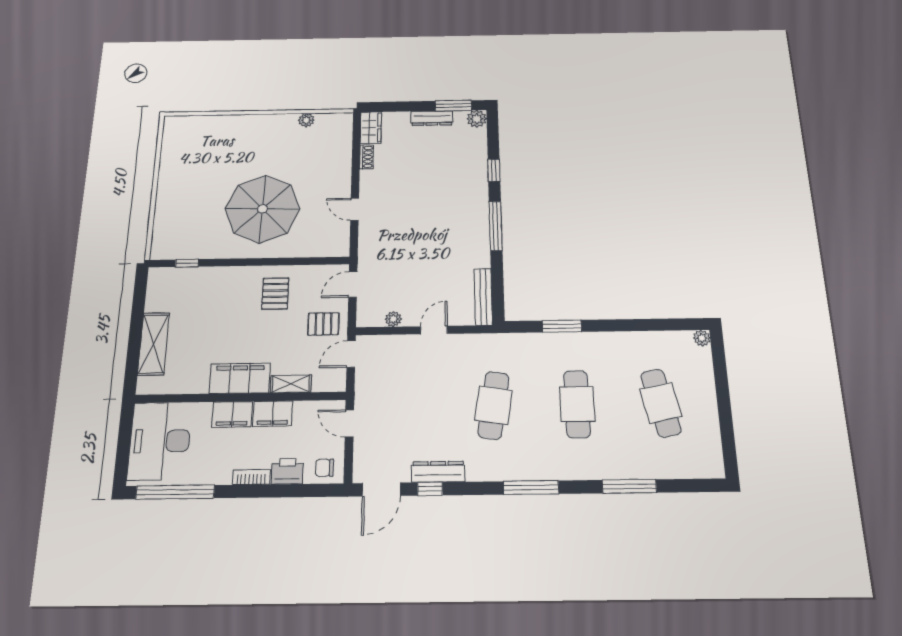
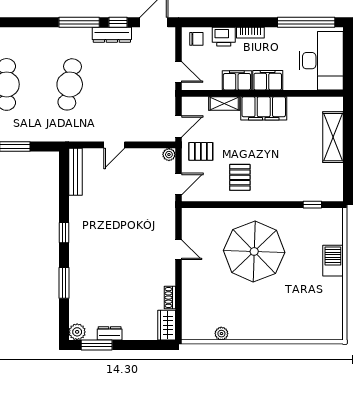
dresser: (432, 118) -> (110, 333), width x0.70
window: (494, 170) -> (64, 283), width x1.50
barbecue: (168, 200) -> (333, 261), added
window: (496, 226) -> (64, 233), width x0.46
plant: (393, 319) -> (169, 155), moved
window: (531, 488) -> (79, 22), moved

